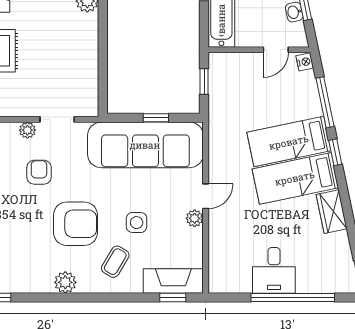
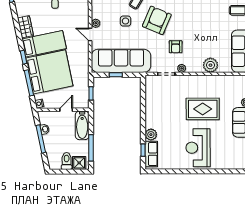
door: (276, 50) -> (66, 110), moved
bed: (289, 142) -> (49, 72), width x2.04
door: (206, 196) -> (90, 35), hinge flipped
armchair: (75, 224) -> (157, 20), turned 113

